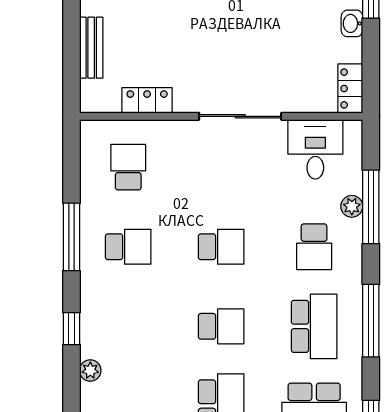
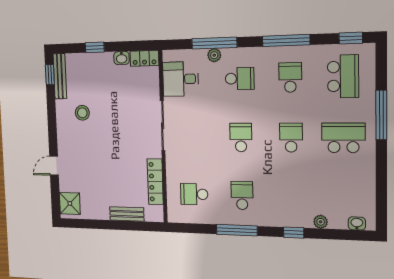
washbasin: (352, 23) -> (122, 58), moved
locker: (147, 100) -> (155, 182), width x1.53
school desk: (314, 326) -> (290, 77), width x0.54

